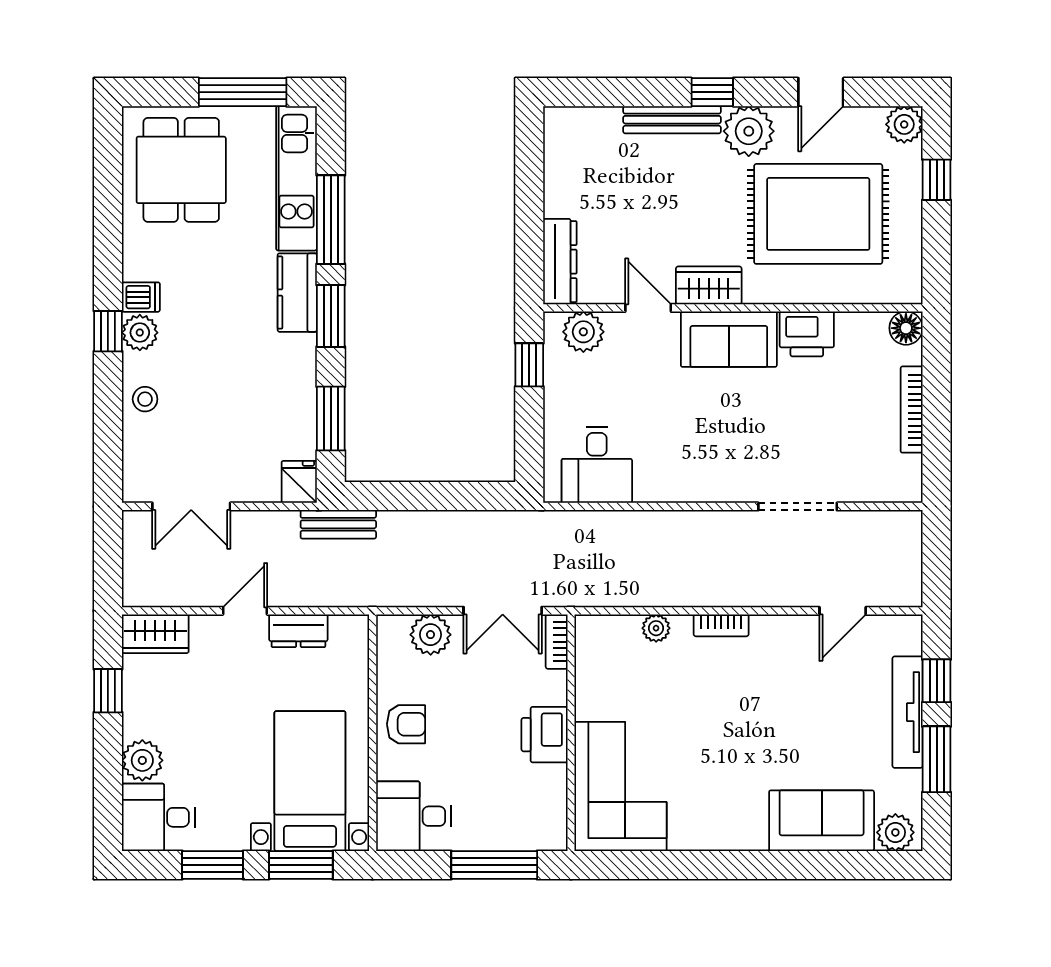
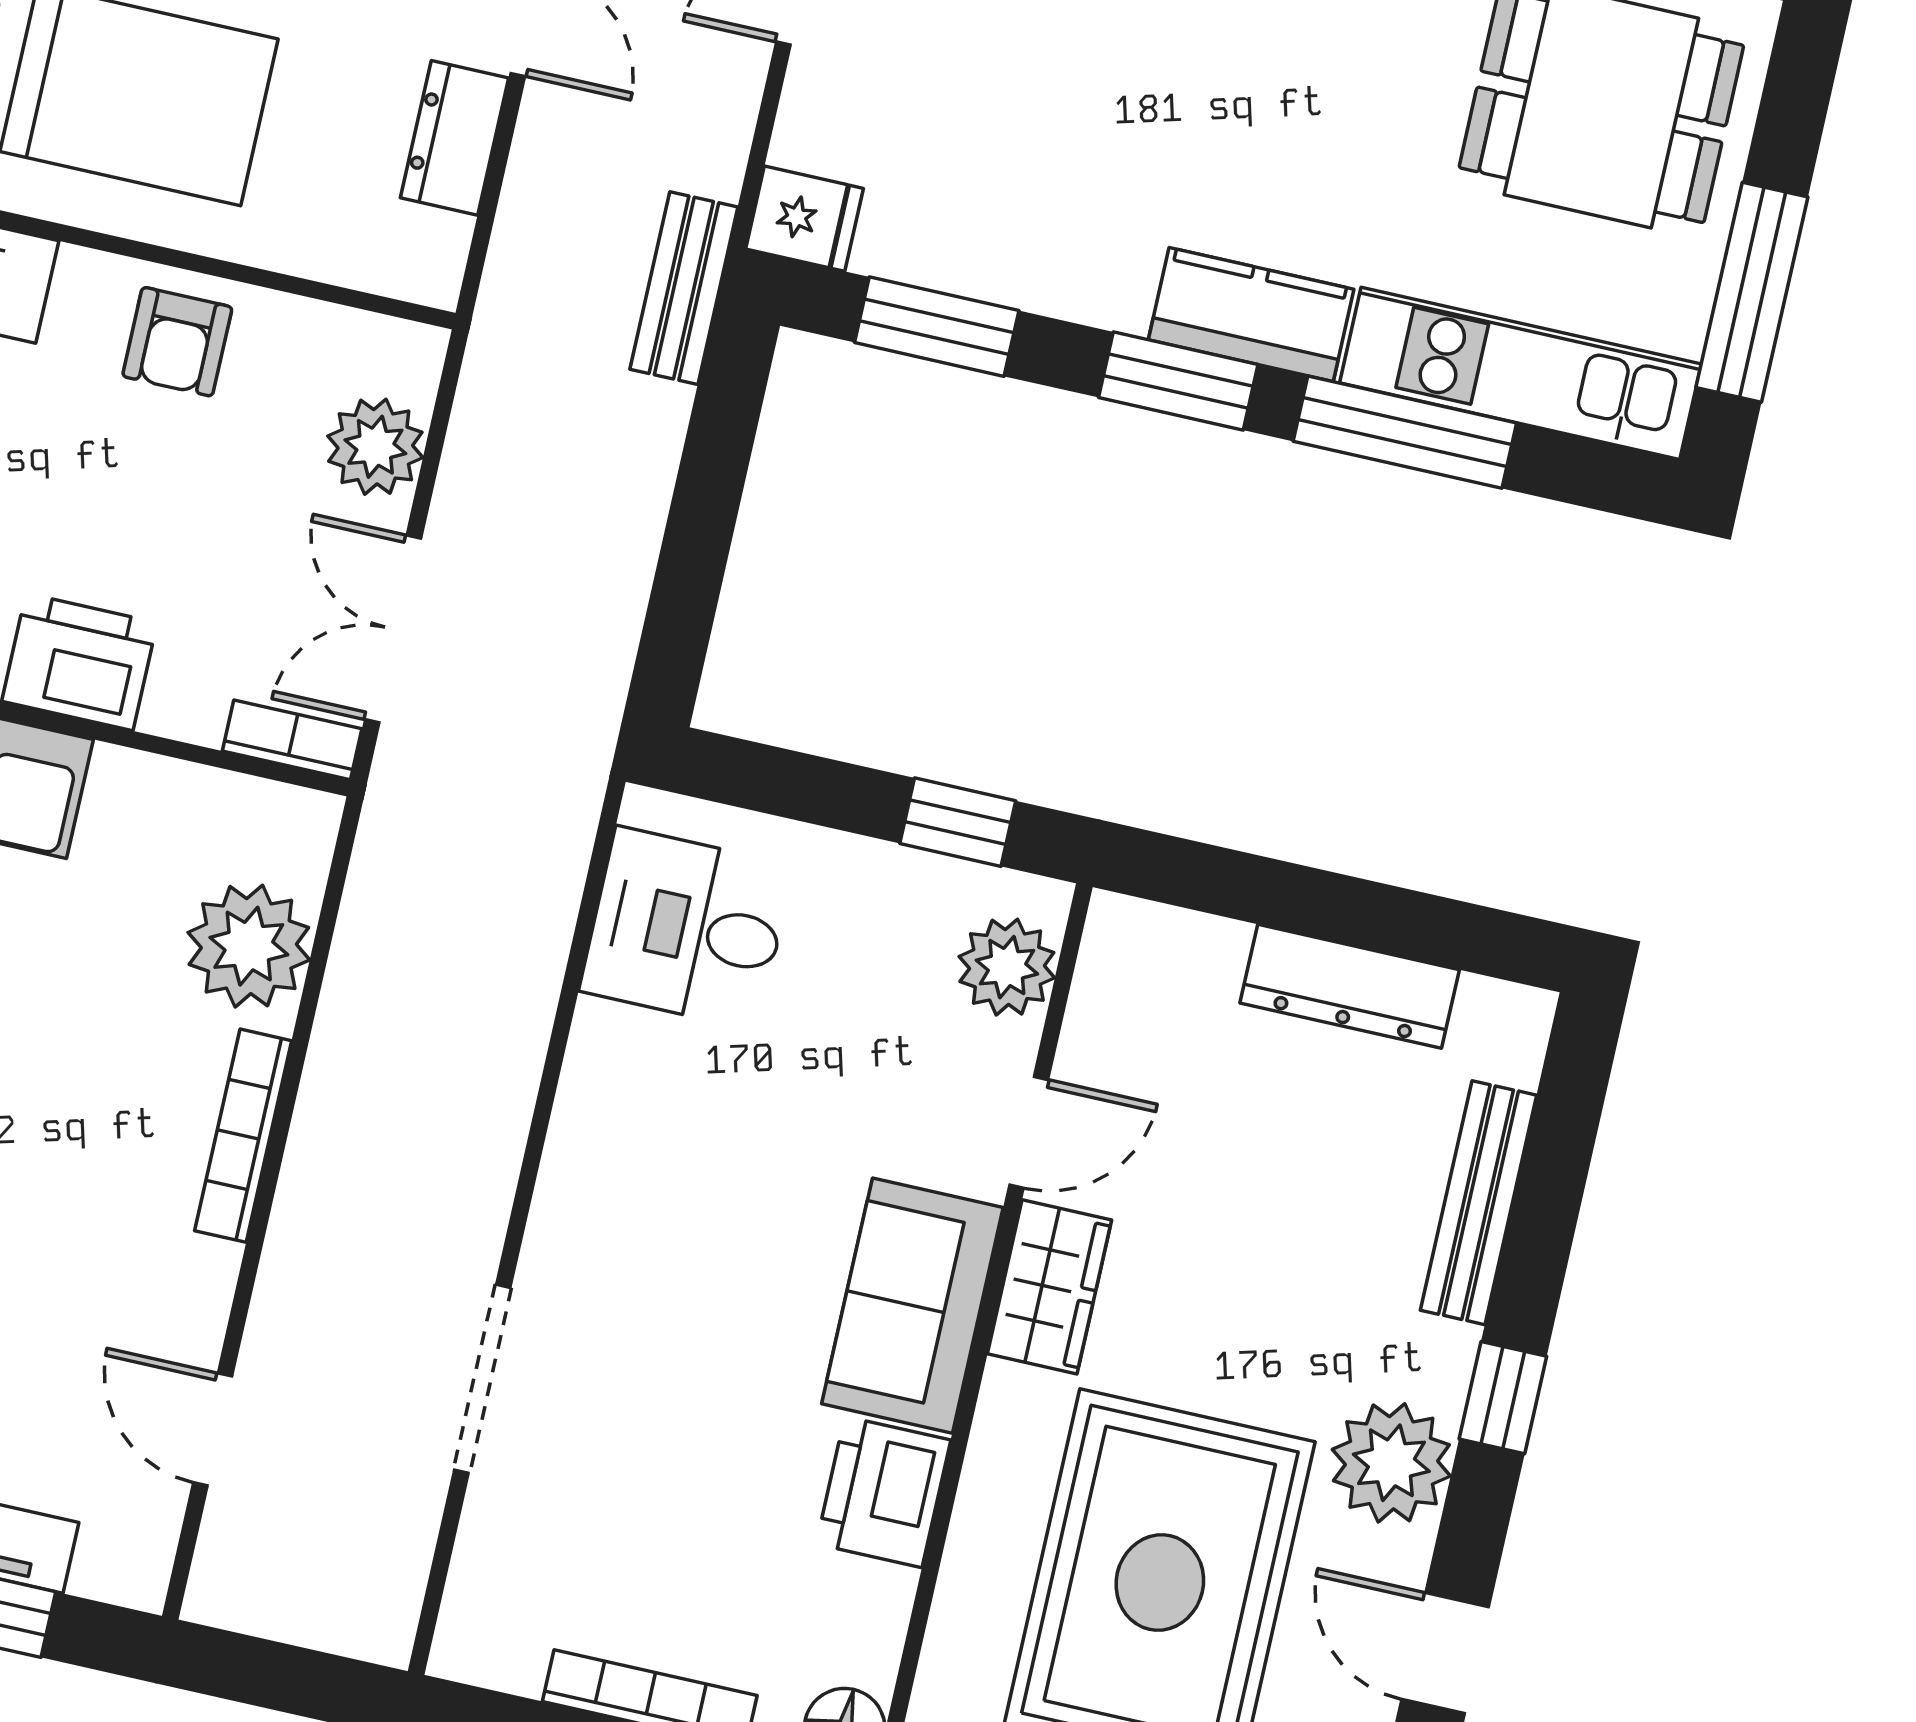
bench: (672, 120) -> (1478, 1203), moved
dresser: (560, 262) -> (1350, 986), moved
bookcase: (721, 625) -> (243, 1136), width x1.56
plant: (656, 628) -> (249, 946), width x1.87, depth x1.87

